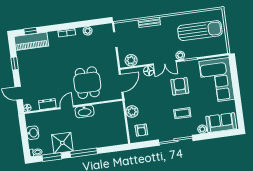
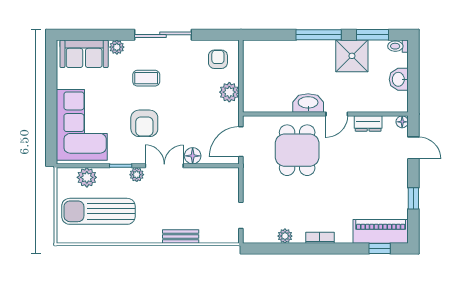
plant: (131, 60) -> (87, 177), moved

